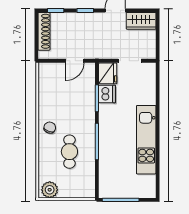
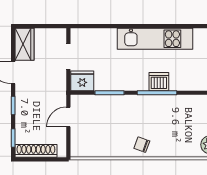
door: (75, 61) -> (68, 117), swing flipped
dishwasher: (107, 94) -> (159, 82), moved
cafe table: (69, 152) -> (168, 123), removed

